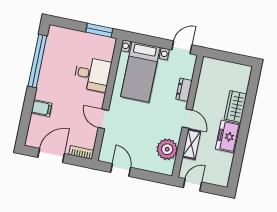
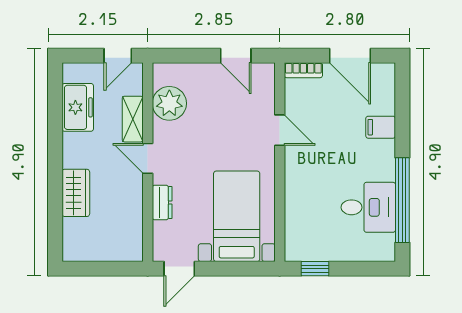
window: (99, 30) -> (315, 269), width x0.67
desk: (92, 74) -> (368, 207), moved, turned 180
freezer: (228, 136) -> (78, 107), moved
door: (51, 156) -> (350, 56), hinge flipped

